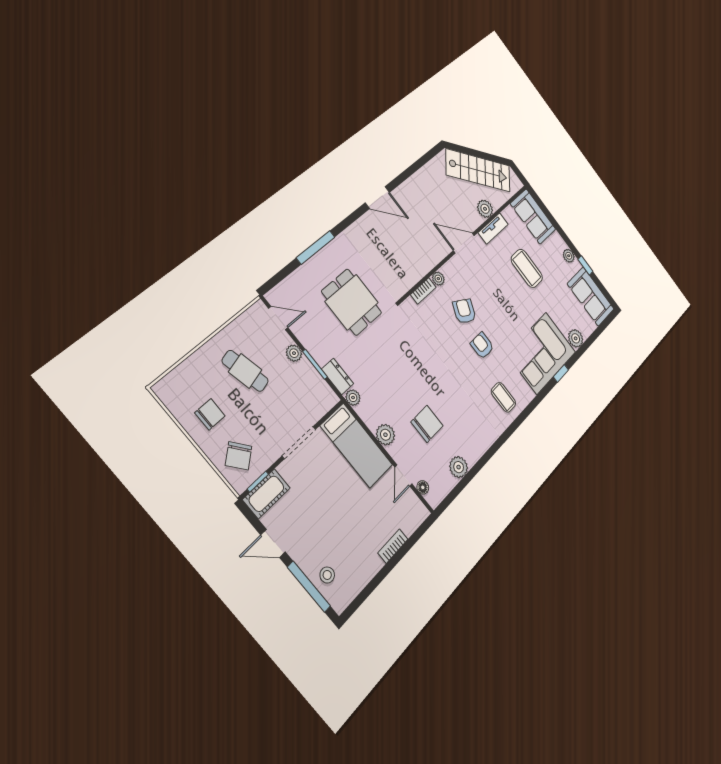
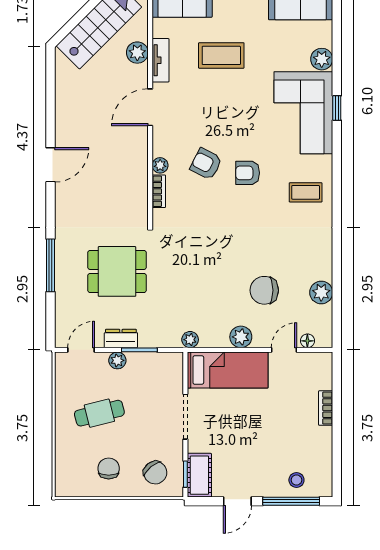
dresser: (338, 376) -> (121, 338), moved
chair: (427, 424) -> (264, 290), turned -90
door: (403, 476) -> (284, 350), swing flipped

